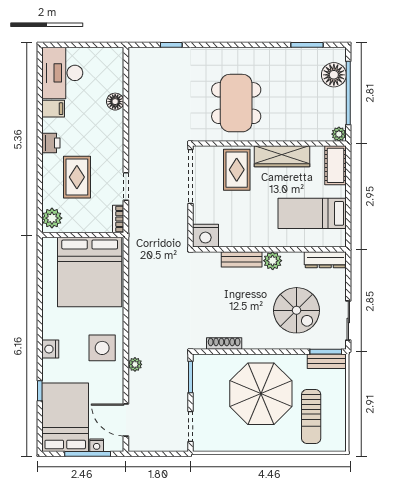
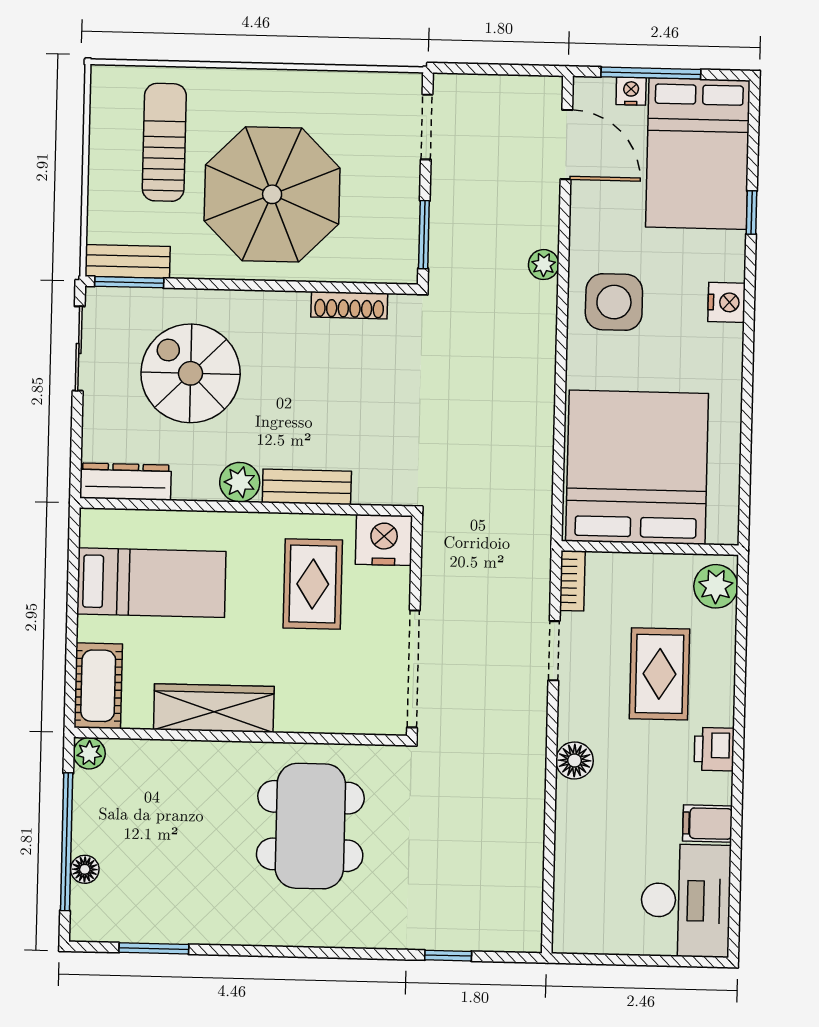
floor lamp: (334, 75) -> (85, 869), width x0.53, depth x0.53
floor lamp: (115, 102) -> (575, 760), moved
rug: (237, 170) -> (313, 584), moved

